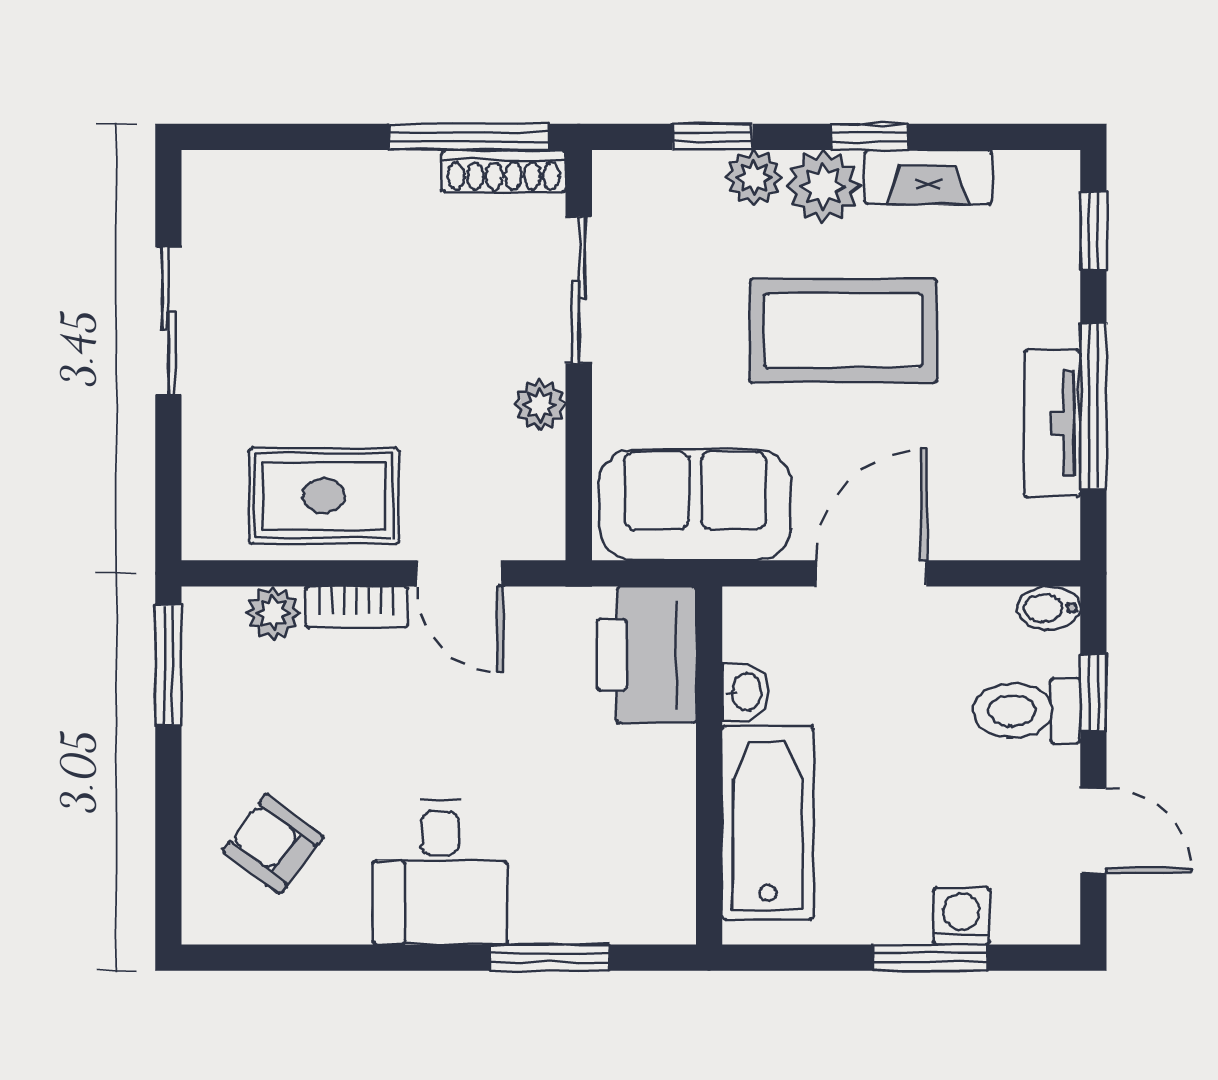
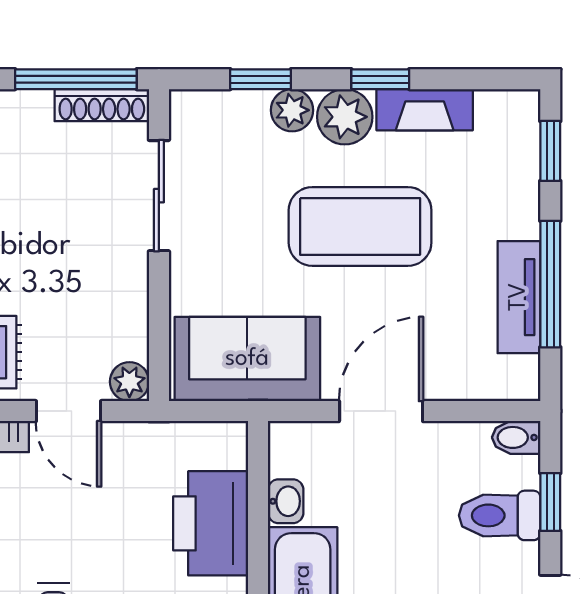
plant: (540, 405) -> (129, 382), moved
printer: (647, 655) -> (211, 523), moved

